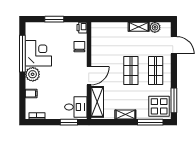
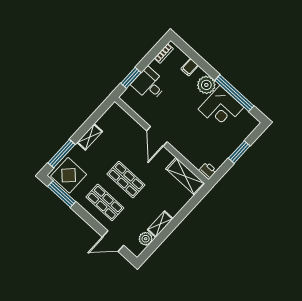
chair: (79, 47) -> (192, 152), removed
shelving: (97, 102) -> (185, 176), moved
desk: (76, 107) -> (149, 84), moved, turned 90

